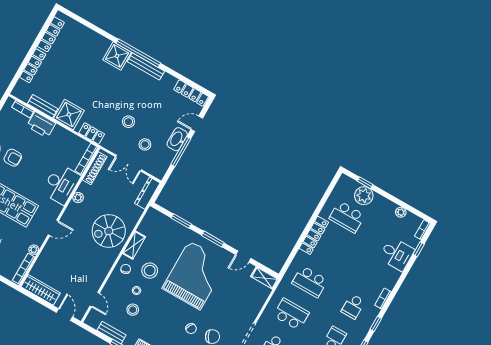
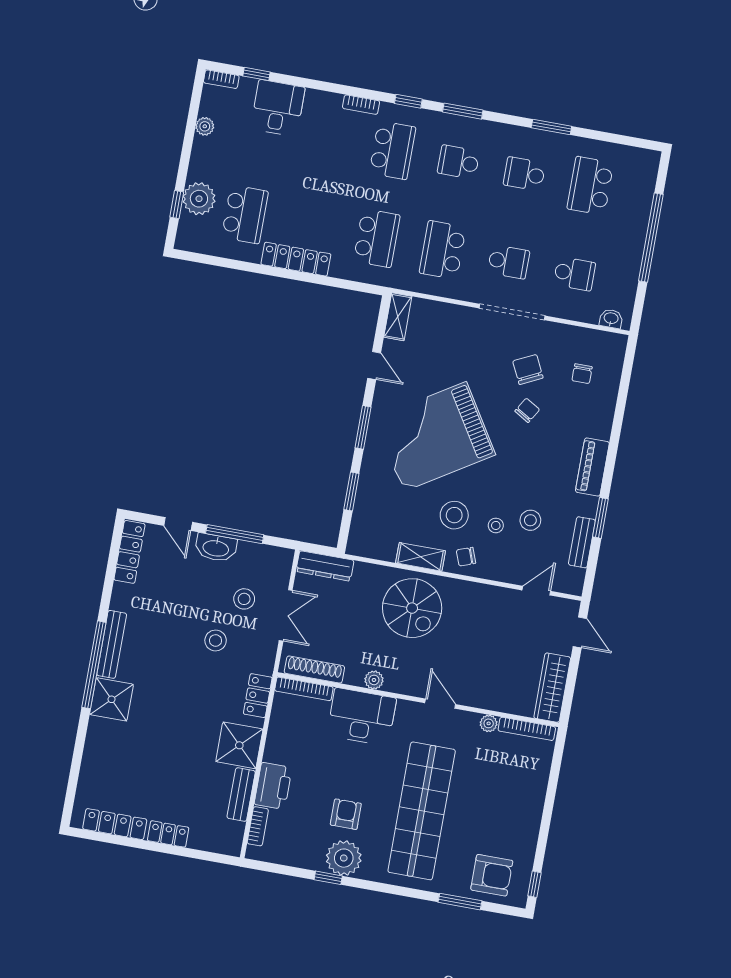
locker: (33, 66) -> (168, 834), width x0.66
grand piano: (195, 275) -> (435, 436), turned -32
school desk: (353, 306) -> (393, 150), width x1.85
door: (64, 315) -> (580, 632), swing flipped

